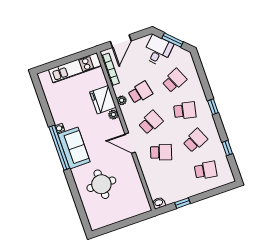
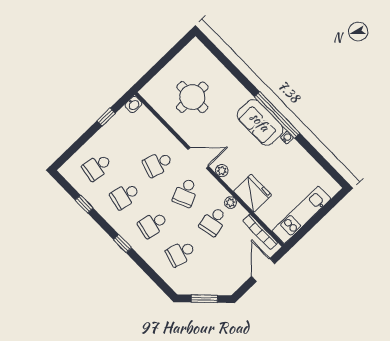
desk: (158, 51) -> (216, 279), removed
school desk: (174, 81) -> (181, 253), turned 39
plant: (113, 115) -> (222, 171), moved
school desk: (195, 140) -> (125, 196), turned 36
round table: (101, 184) -> (192, 97), moved

